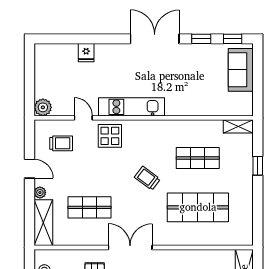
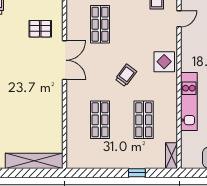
kitchen unit: (131, 107) -> (189, 102), moved
display table: (110, 136) -> (164, 62), moved
shop shelf: (198, 207) -> (100, 120), width x0.70, depth x0.74

